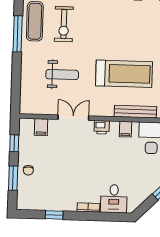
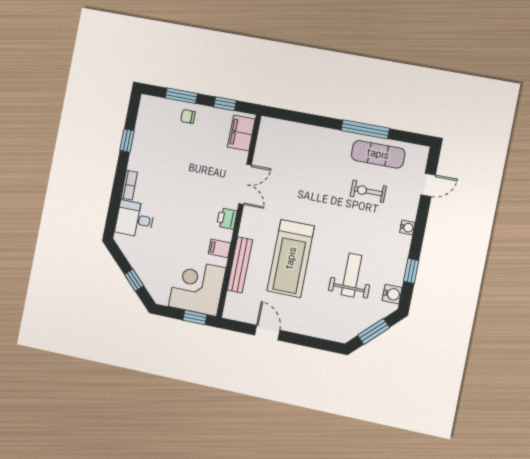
exercise bike: (64, 24) -> (368, 191), width x0.73, depth x0.72
weight bench: (62, 75) -> (351, 275), moved, turned 180
filing cabinet: (41, 127) -> (241, 133), width x2.00

